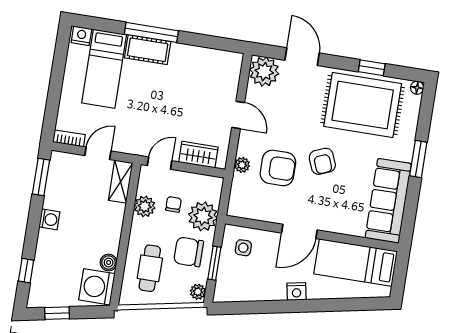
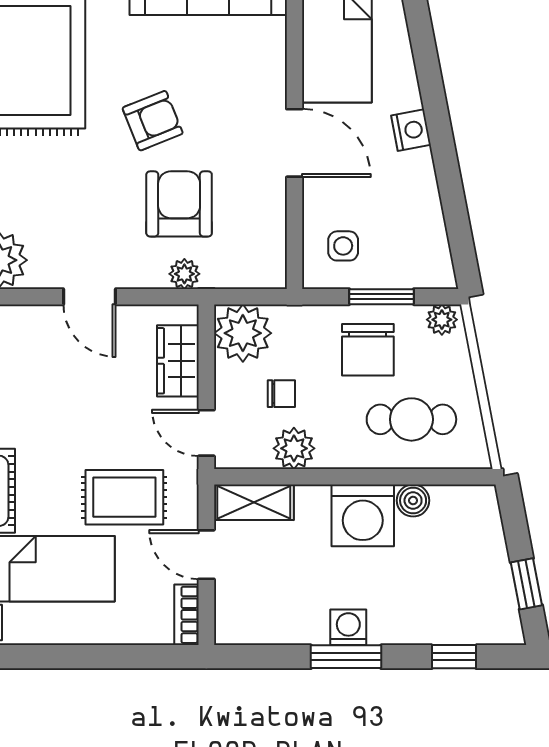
door: (238, 115) -> (90, 297), swing flipped
rug: (134, 116) -> (124, 497), added
window: (41, 177) -> (346, 657), moved
chair: (173, 204) -> (281, 394), turned 180
plant: (203, 216) -> (243, 333), moved
washing machine: (97, 287) -> (363, 515), moved

